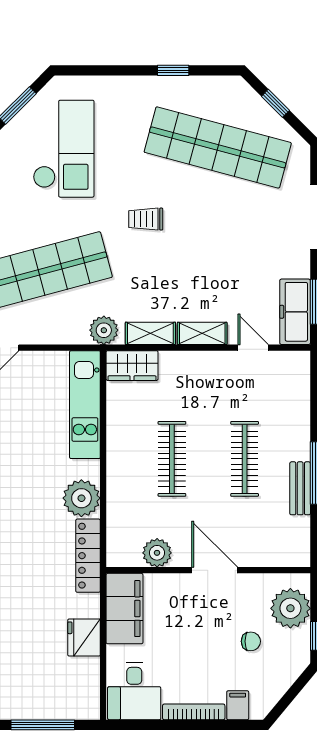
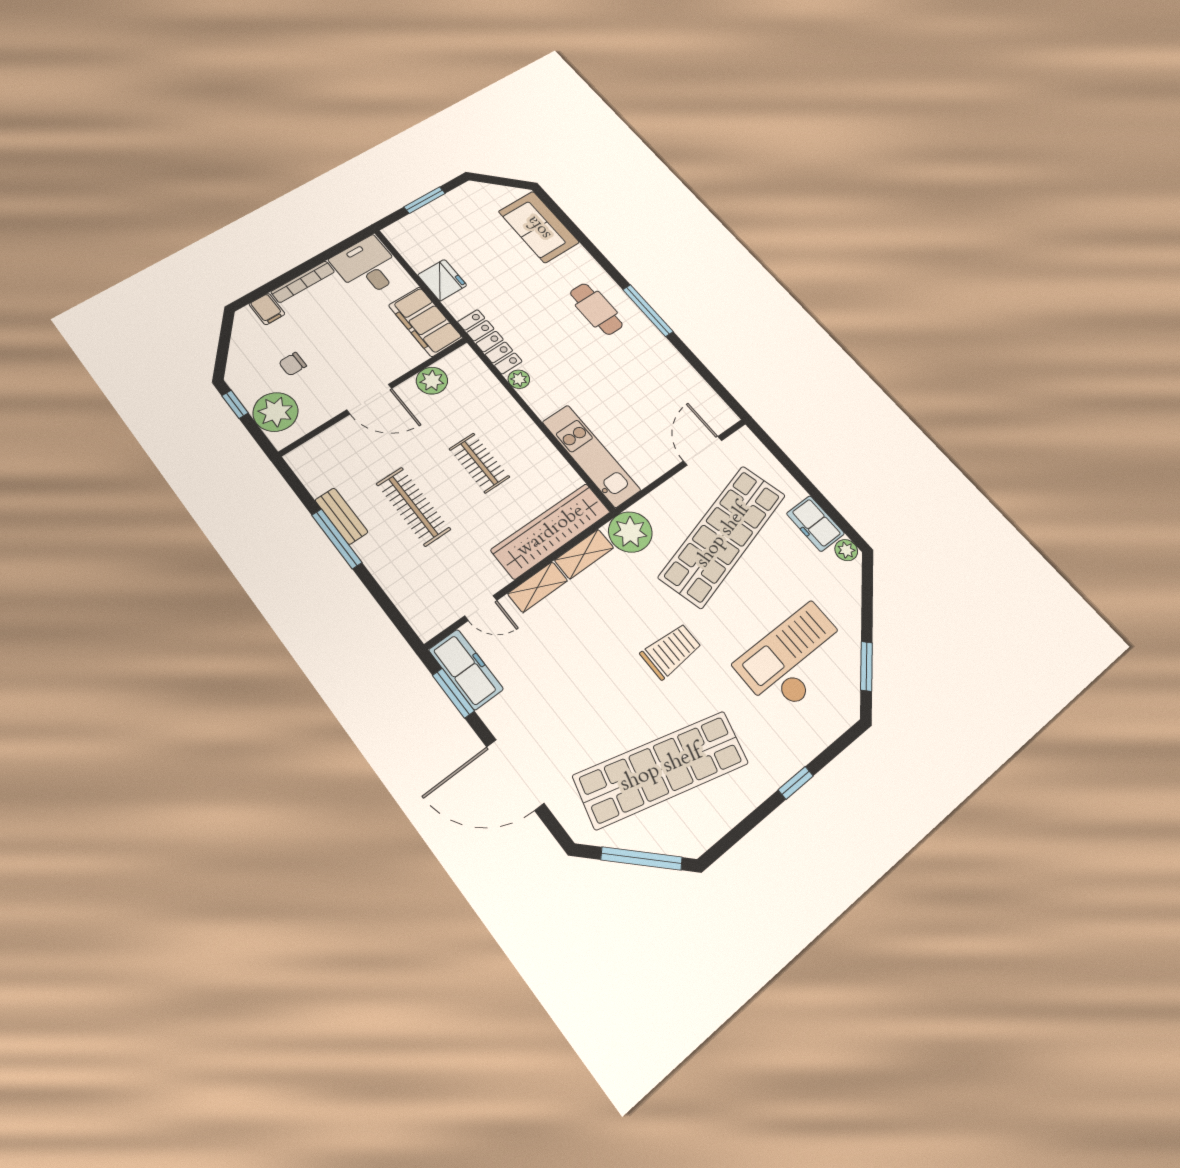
window: (173, 70) -> (796, 783), moved
window: (275, 103) -> (642, 858), width x2.17
checkout: (64, 149) -> (795, 659), turned 90
trolley: (146, 219) -> (671, 651), width x1.36, depth x1.39
plant: (104, 330) -> (630, 532), width x1.36, depth x1.36
wardrobe: (132, 366) -> (551, 531), width x2.10, depth x1.17
clothes rail: (172, 459) -> (479, 463), width x0.73
plant: (81, 498) -> (519, 379), width x0.53, depth x0.53
window: (43, 725) -> (425, 200), width x0.69

